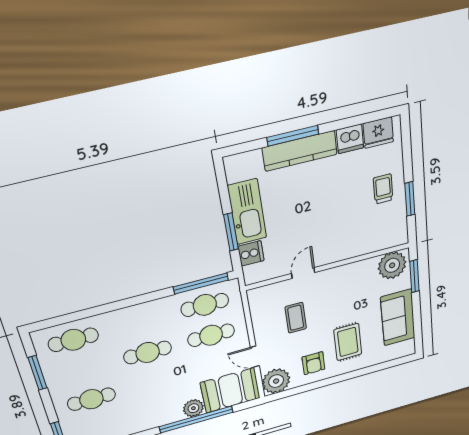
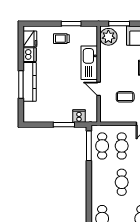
kitchen sink: (247, 212) -> (89, 63), moved, turned -90

